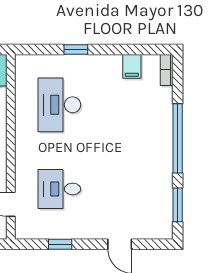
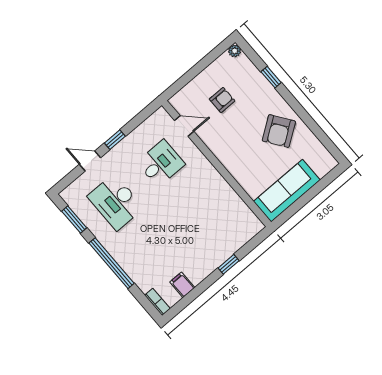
desk: (59, 105) -> (116, 202), moved, turned 180
window: (60, 244) -> (115, 140), moved

